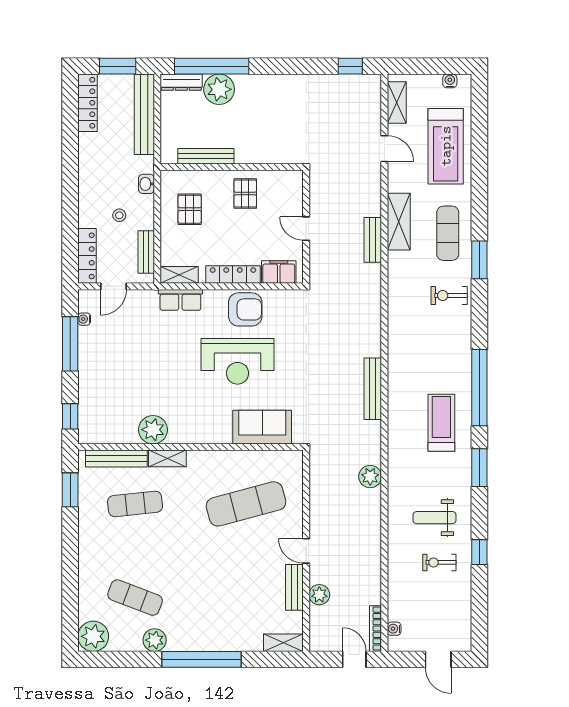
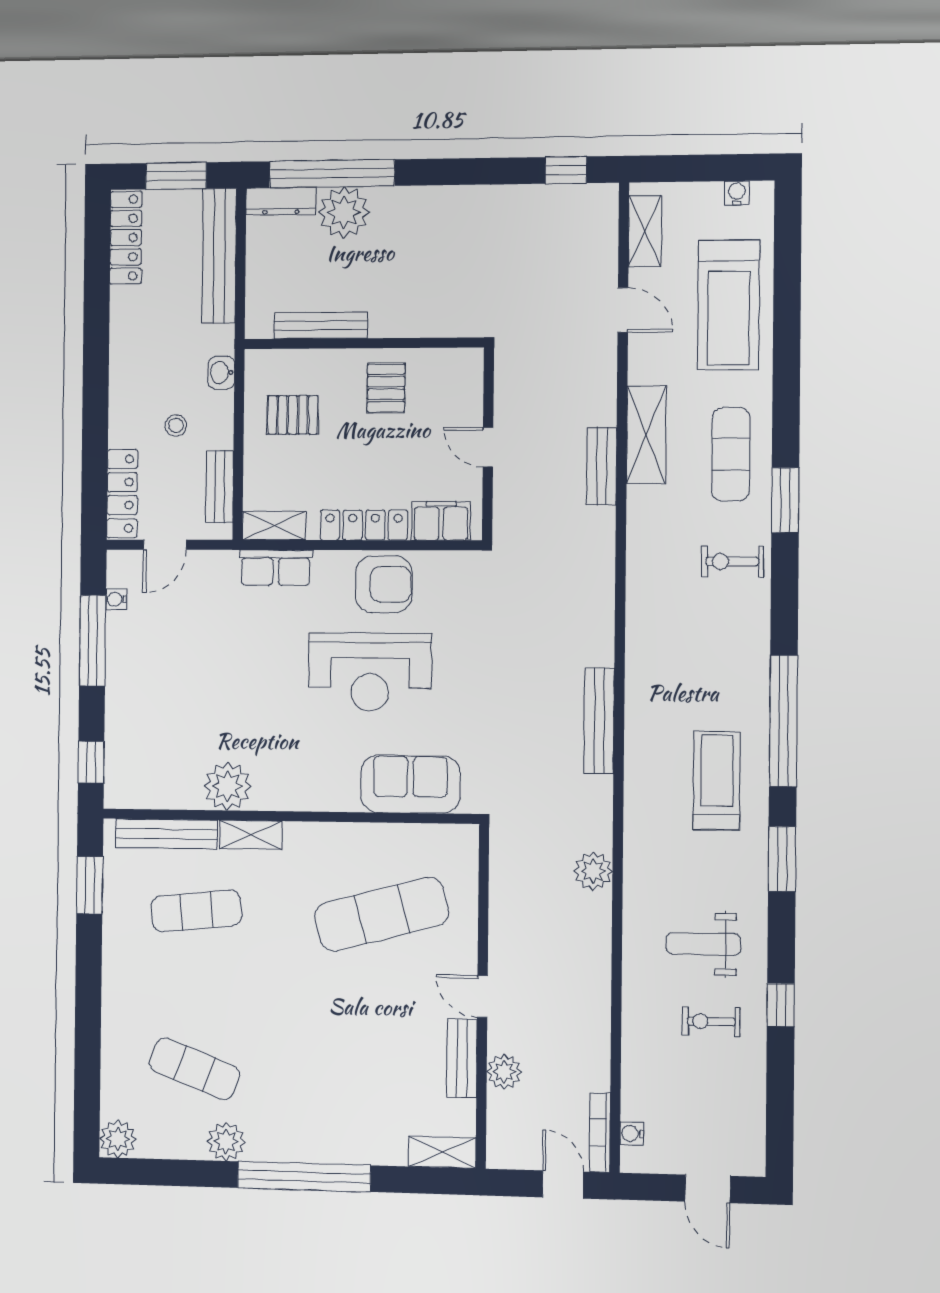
pallet: (190, 209) -> (293, 415), turned 90
plant: (93, 636) -> (118, 1139), width x0.73, depth x0.73

